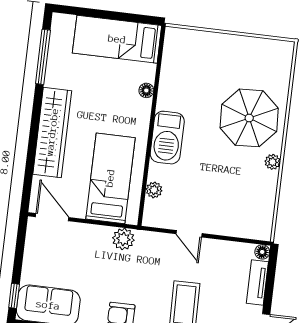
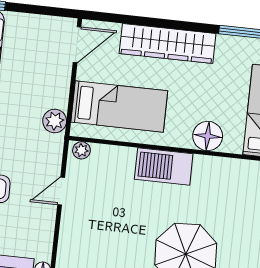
floor lamp: (146, 90) -> (208, 136), width x1.89, depth x1.89
plant: (154, 190) -> (81, 150), moved

